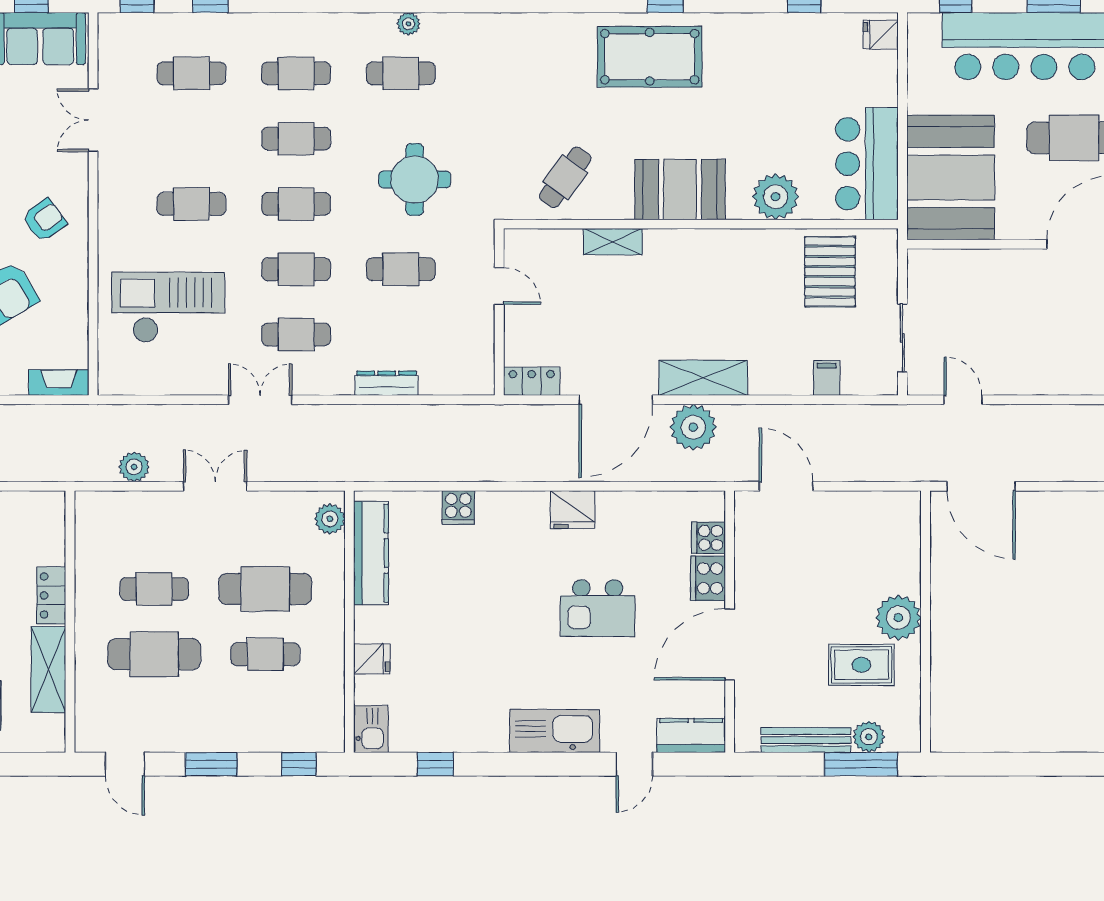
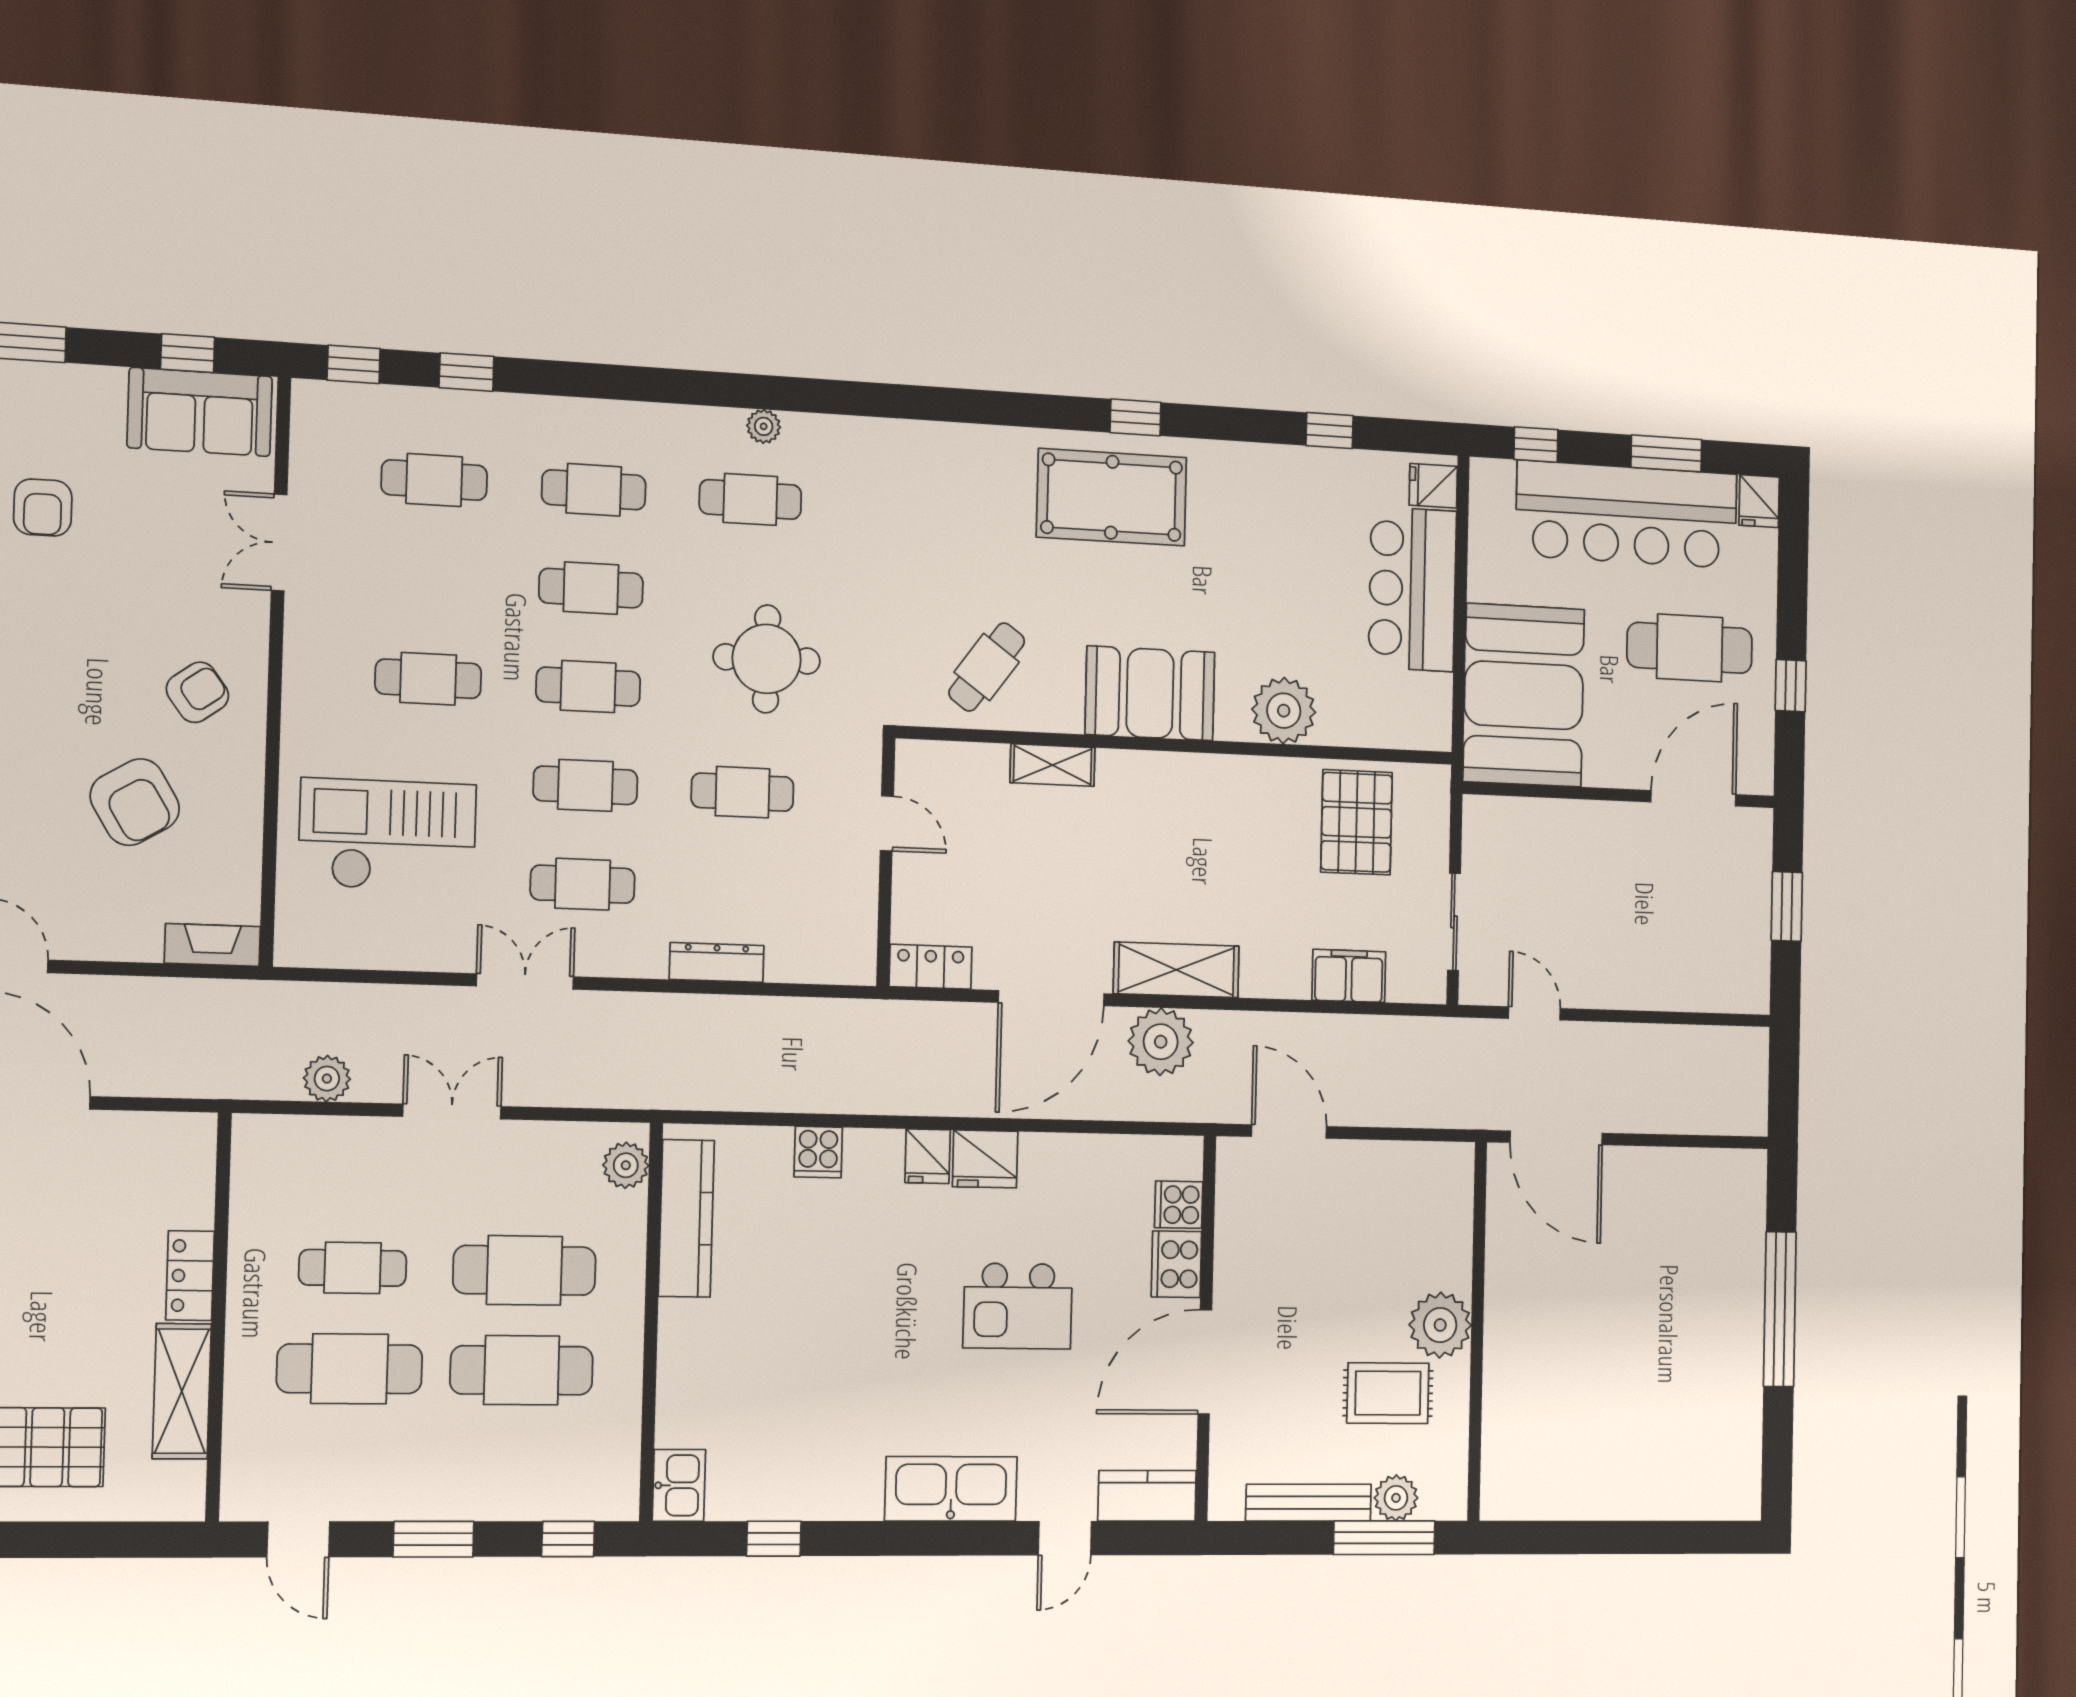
bar counter: (867, 164) -> (1412, 589), moved
filing cabinet: (827, 378) -> (1349, 976), width x2.00
cafe table: (265, 654) -> (522, 1370), width x1.37, depth x1.35
fridge: (372, 659) -> (928, 1156), moved, turned 90

